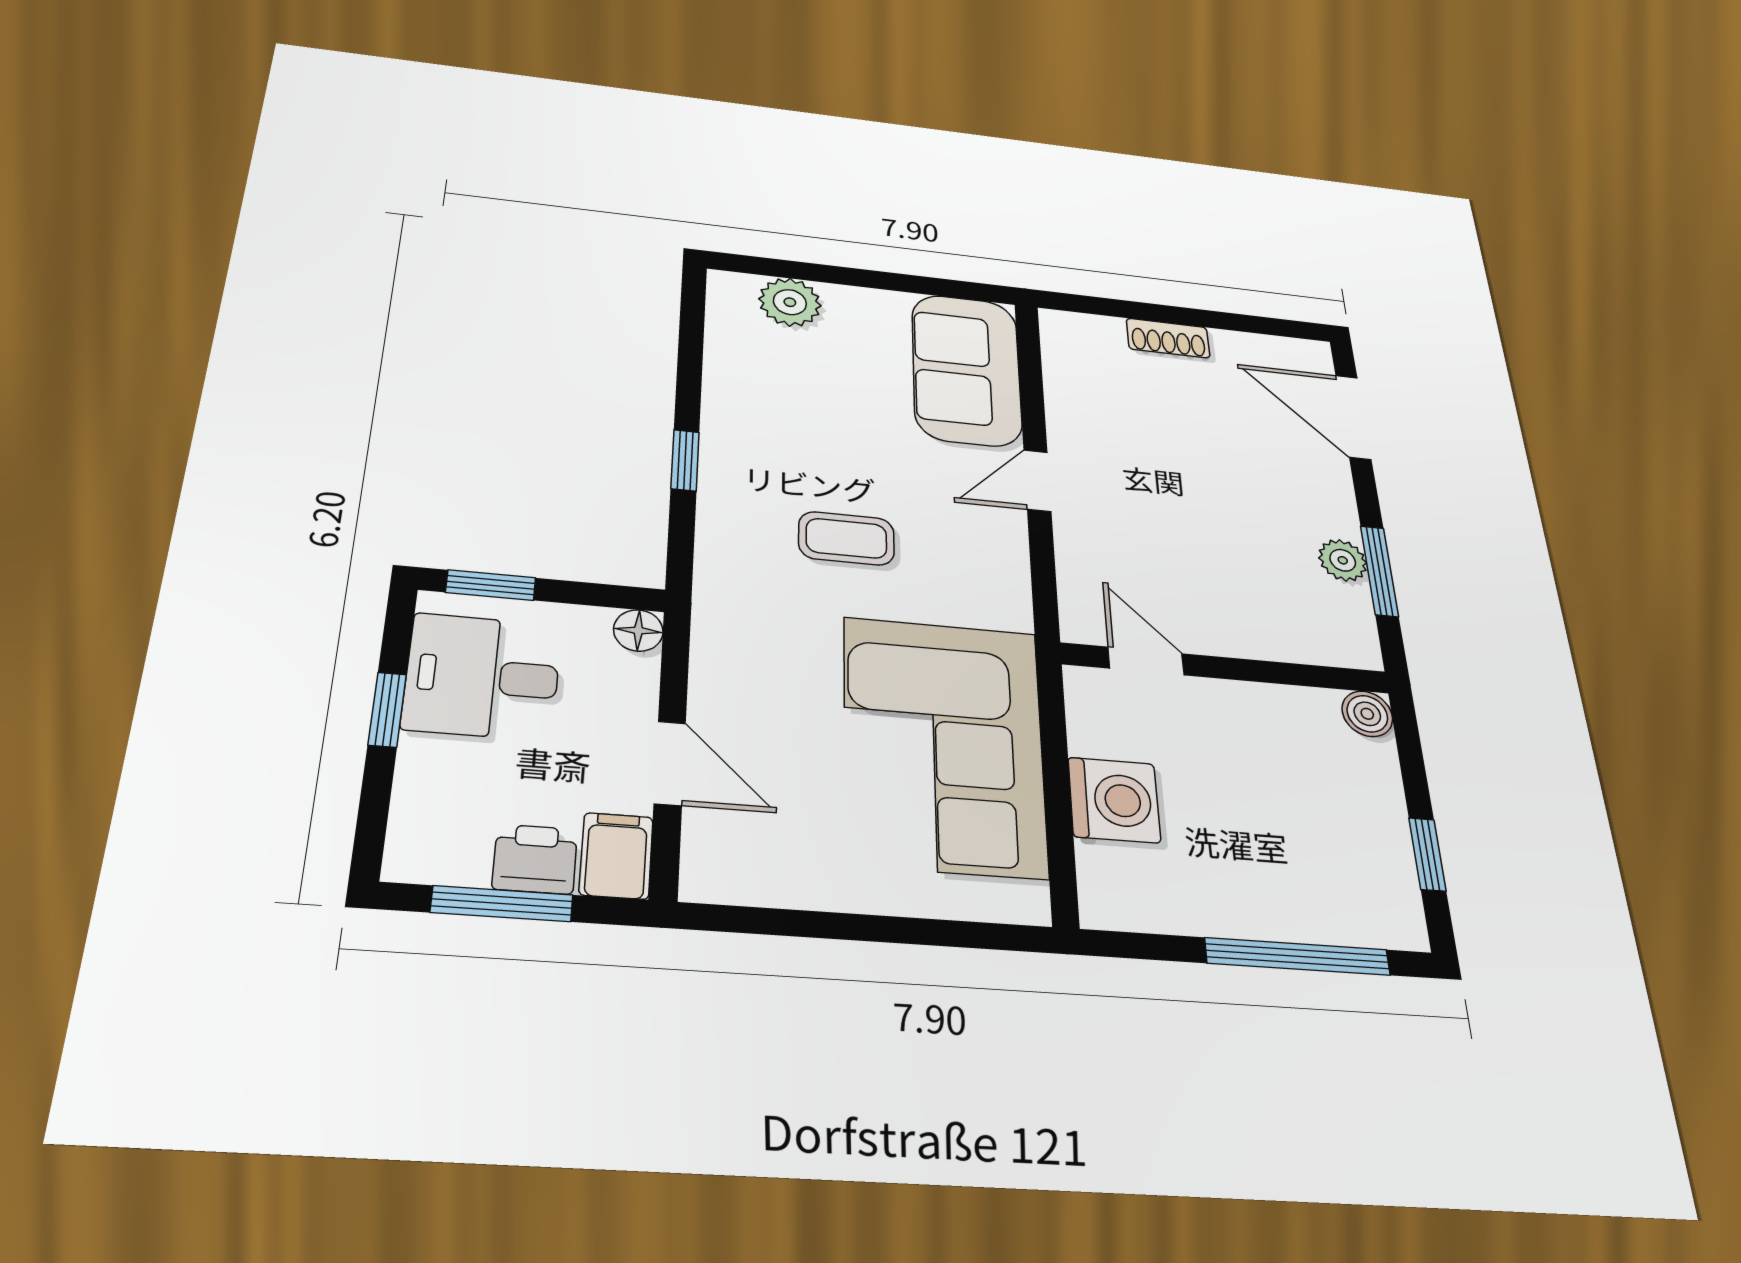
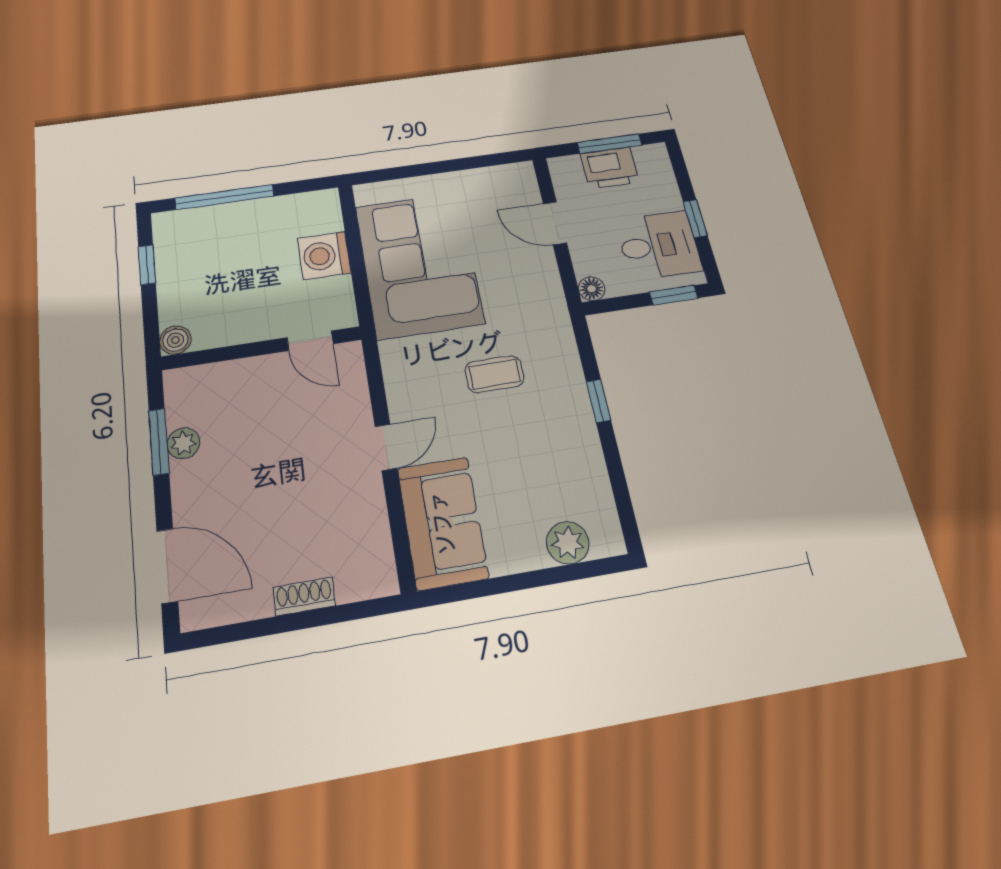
filing cabinet: (616, 856) -> (566, 175), removed
printer: (535, 859) -> (610, 168), width x1.36, depth x1.24

